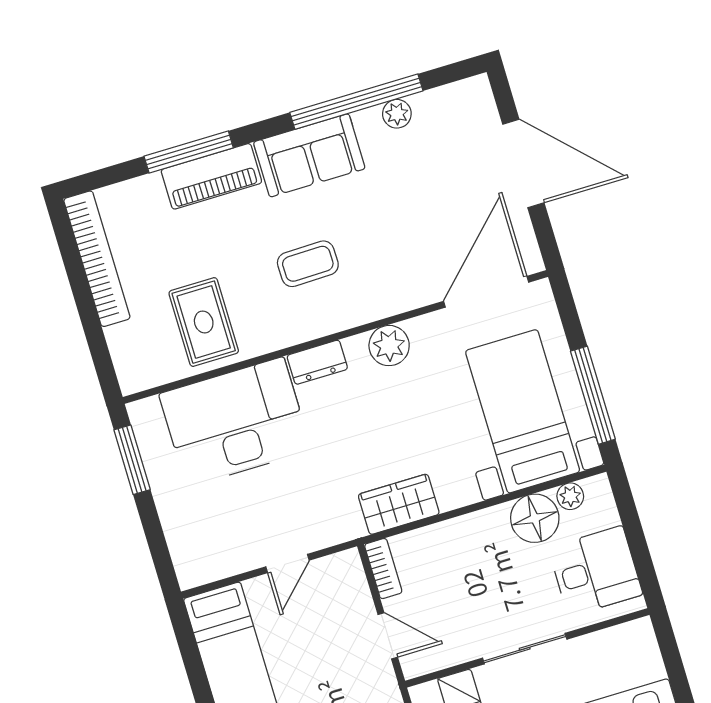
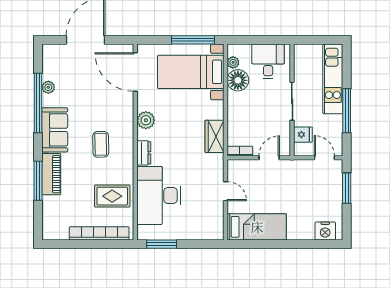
bookcase: (97, 259) -> (99, 233), moved

